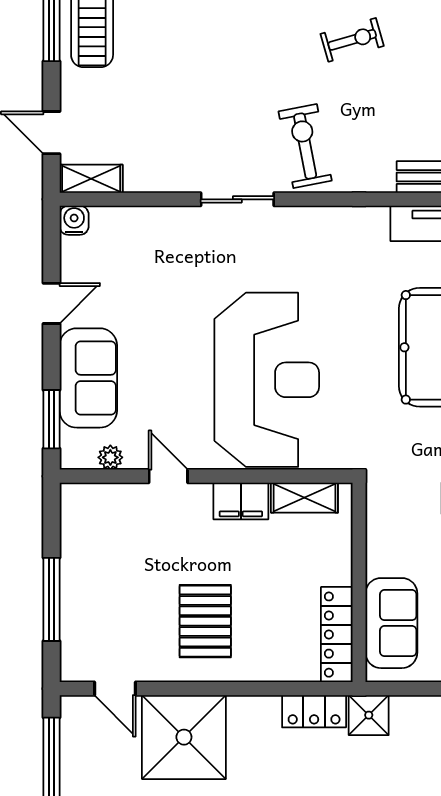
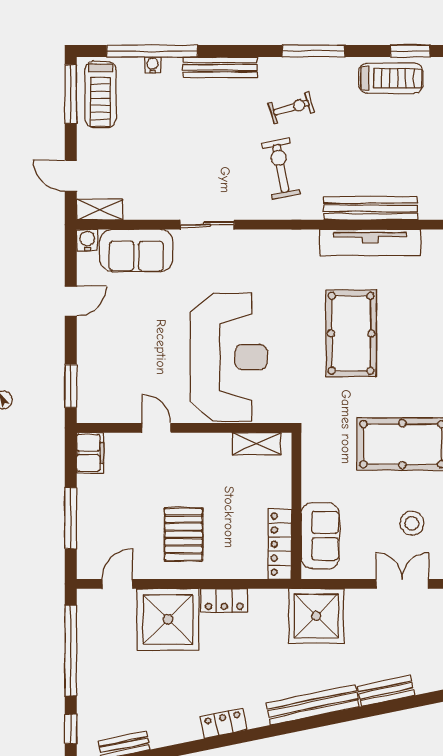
exercise bike: (305, 146) -> (281, 169), moved
sofa: (88, 378) -> (136, 250), moved, turned 90
plant: (110, 457) -> (114, 414), removed
filing cabinet: (241, 501) -> (90, 453), moved, turned -90
door: (115, 689) -> (117, 584), swing flipped
locker: (314, 711) -> (224, 600), moved
shower: (369, 715) -> (316, 616), width x1.86, depth x1.86

